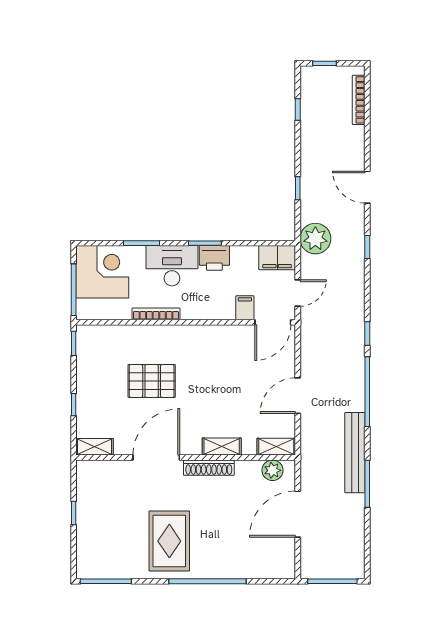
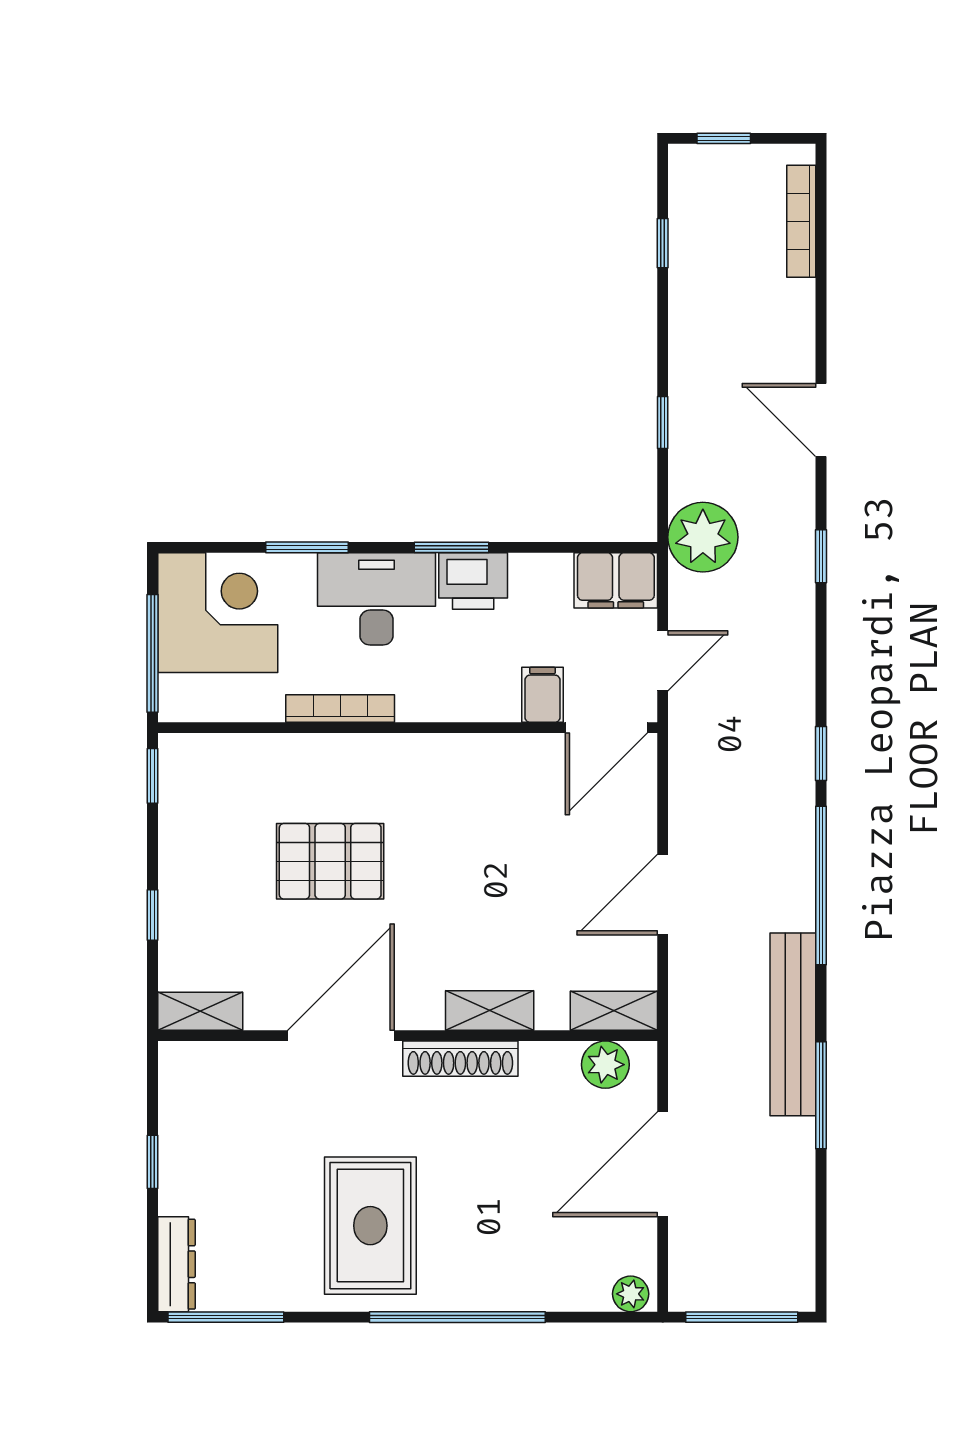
dresser: (84, 558) -> (176, 1264), added
plant: (284, 571) -> (631, 1294), added

